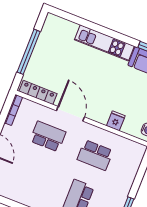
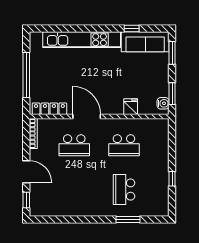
kitchen unit: (104, 43) -> (82, 40), width x1.36
school desk: (48, 136) -> (74, 145), turned 180

